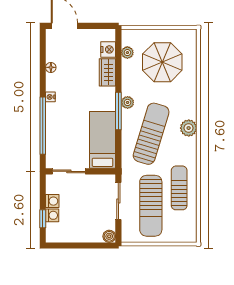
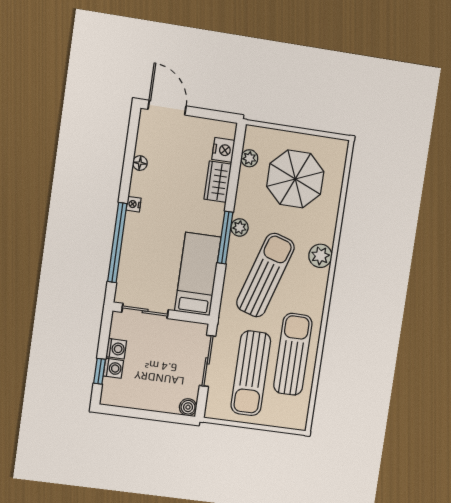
plant: (189, 128) -> (320, 256), moved
sun lounger: (179, 188) -> (293, 354), width x1.36, depth x1.34

